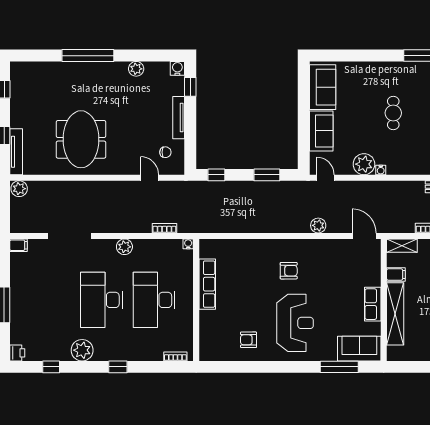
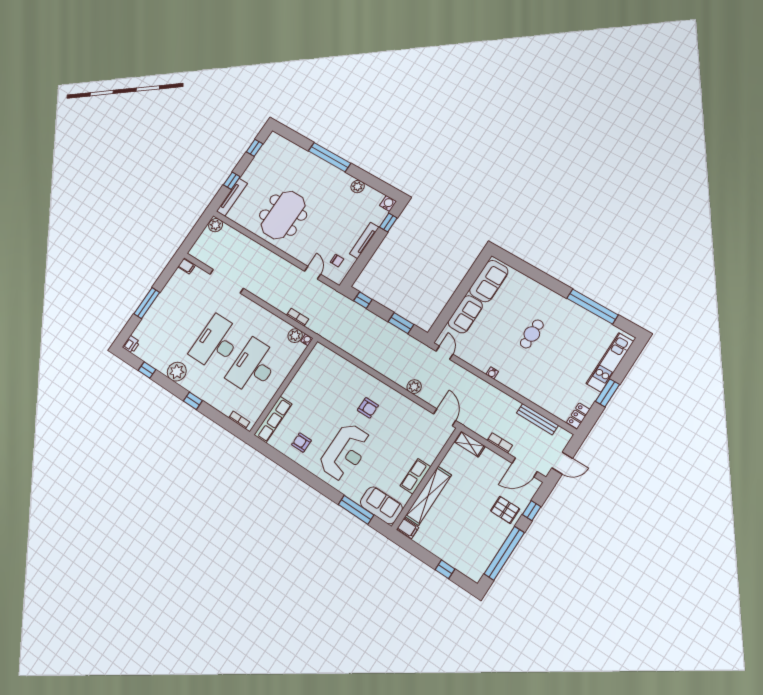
plant: (364, 164) -> (482, 360), removed
plant: (124, 247) -> (295, 336), moved
filing cabinet: (396, 274) -> (408, 528), moved
row of seats: (207, 284) -> (273, 419), moved

